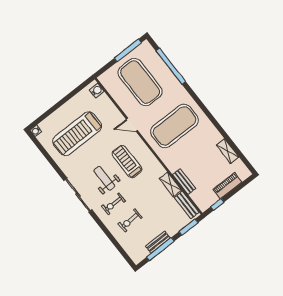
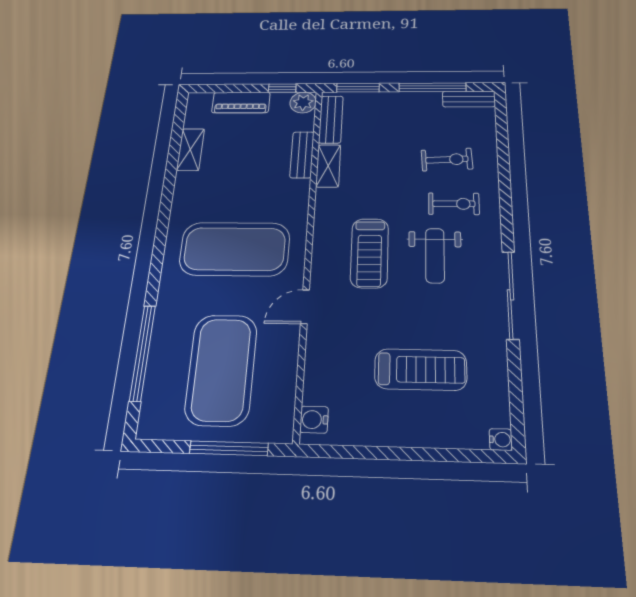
window: (128, 50) -> (229, 448), moved
door: (132, 125) -> (305, 307), swing flipped
treadmill: (77, 134) -> (421, 370), width x0.73, depth x0.73
sliding door: (78, 195) -> (510, 295), moved
plant: (204, 204) -> (303, 102), added
bench: (158, 242) -> (469, 99), moved

